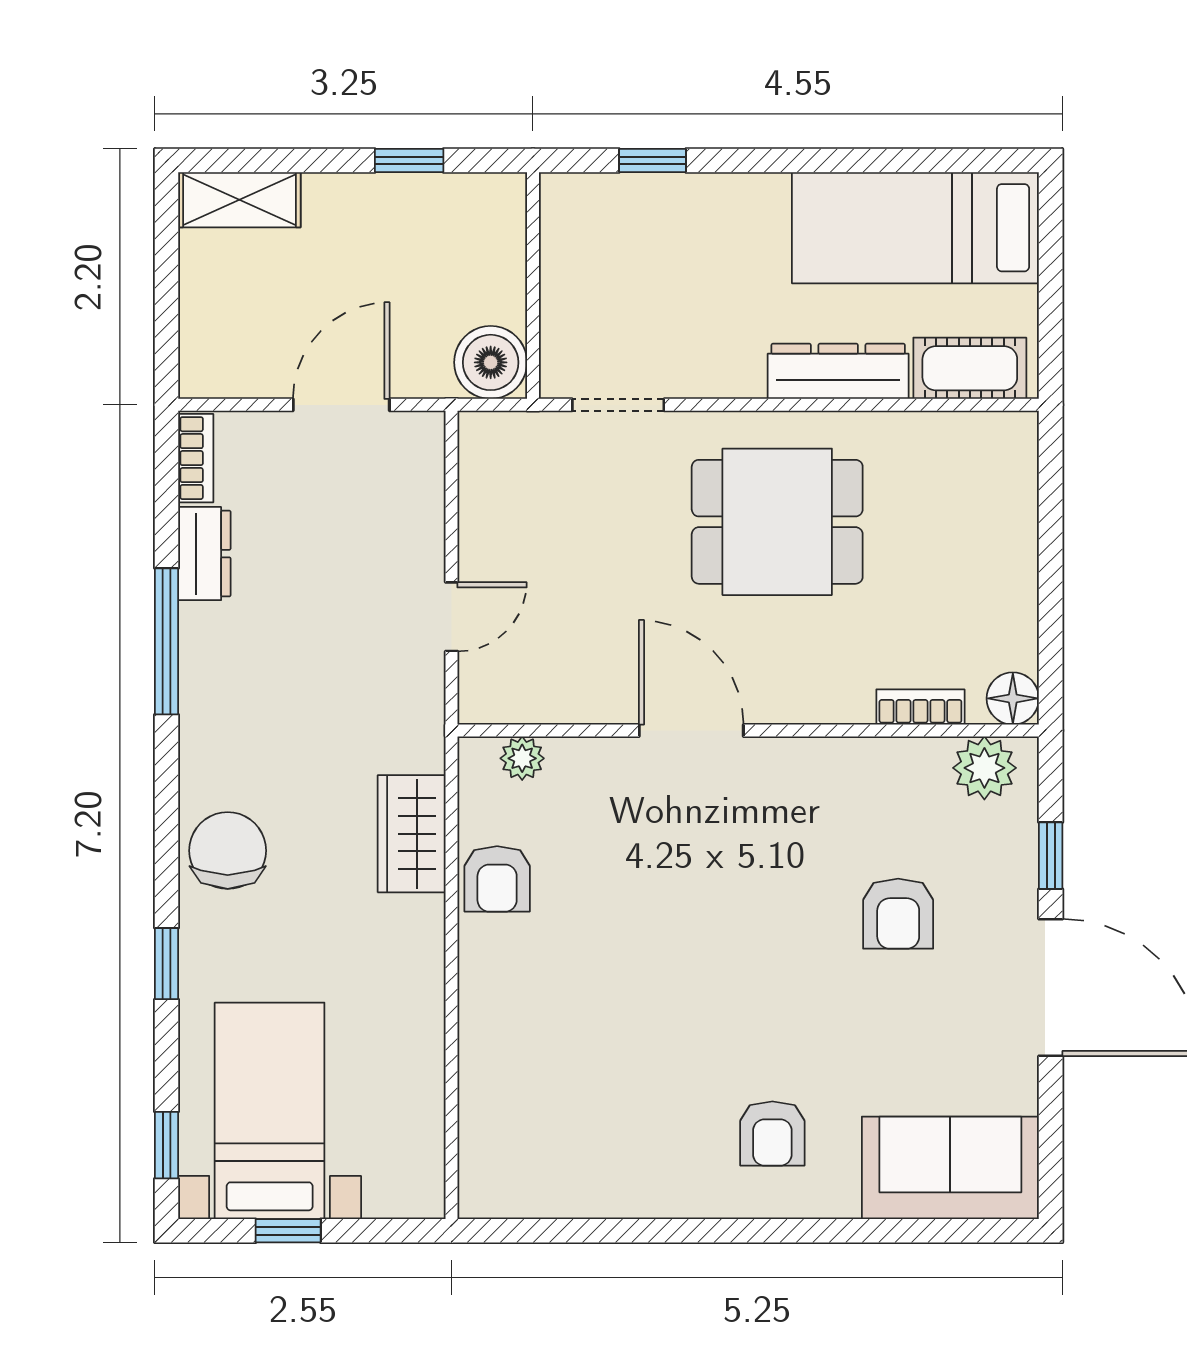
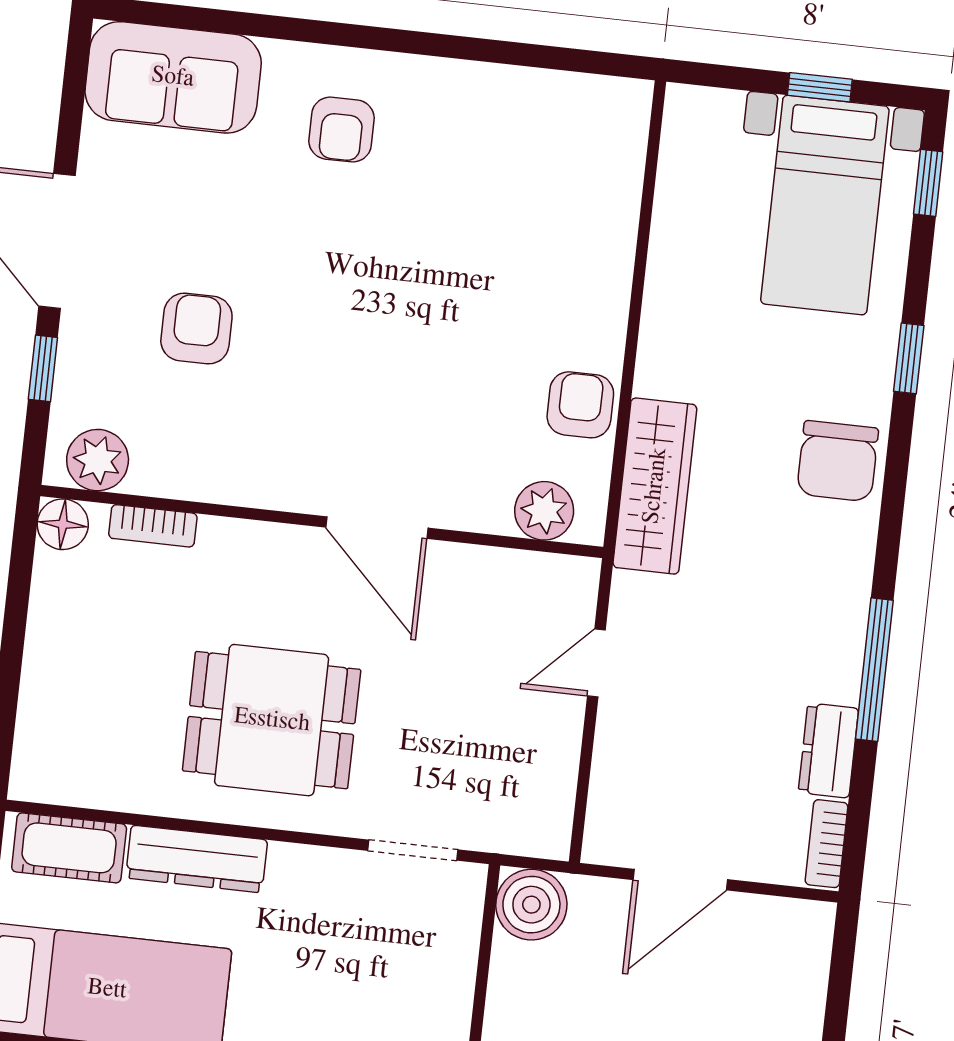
plant: (522, 758) -> (544, 511), width x1.38, depth x1.38
wardrobe: (412, 834) -> (655, 486), width x1.50
armchair: (772, 1134) -> (342, 130), turned 180

